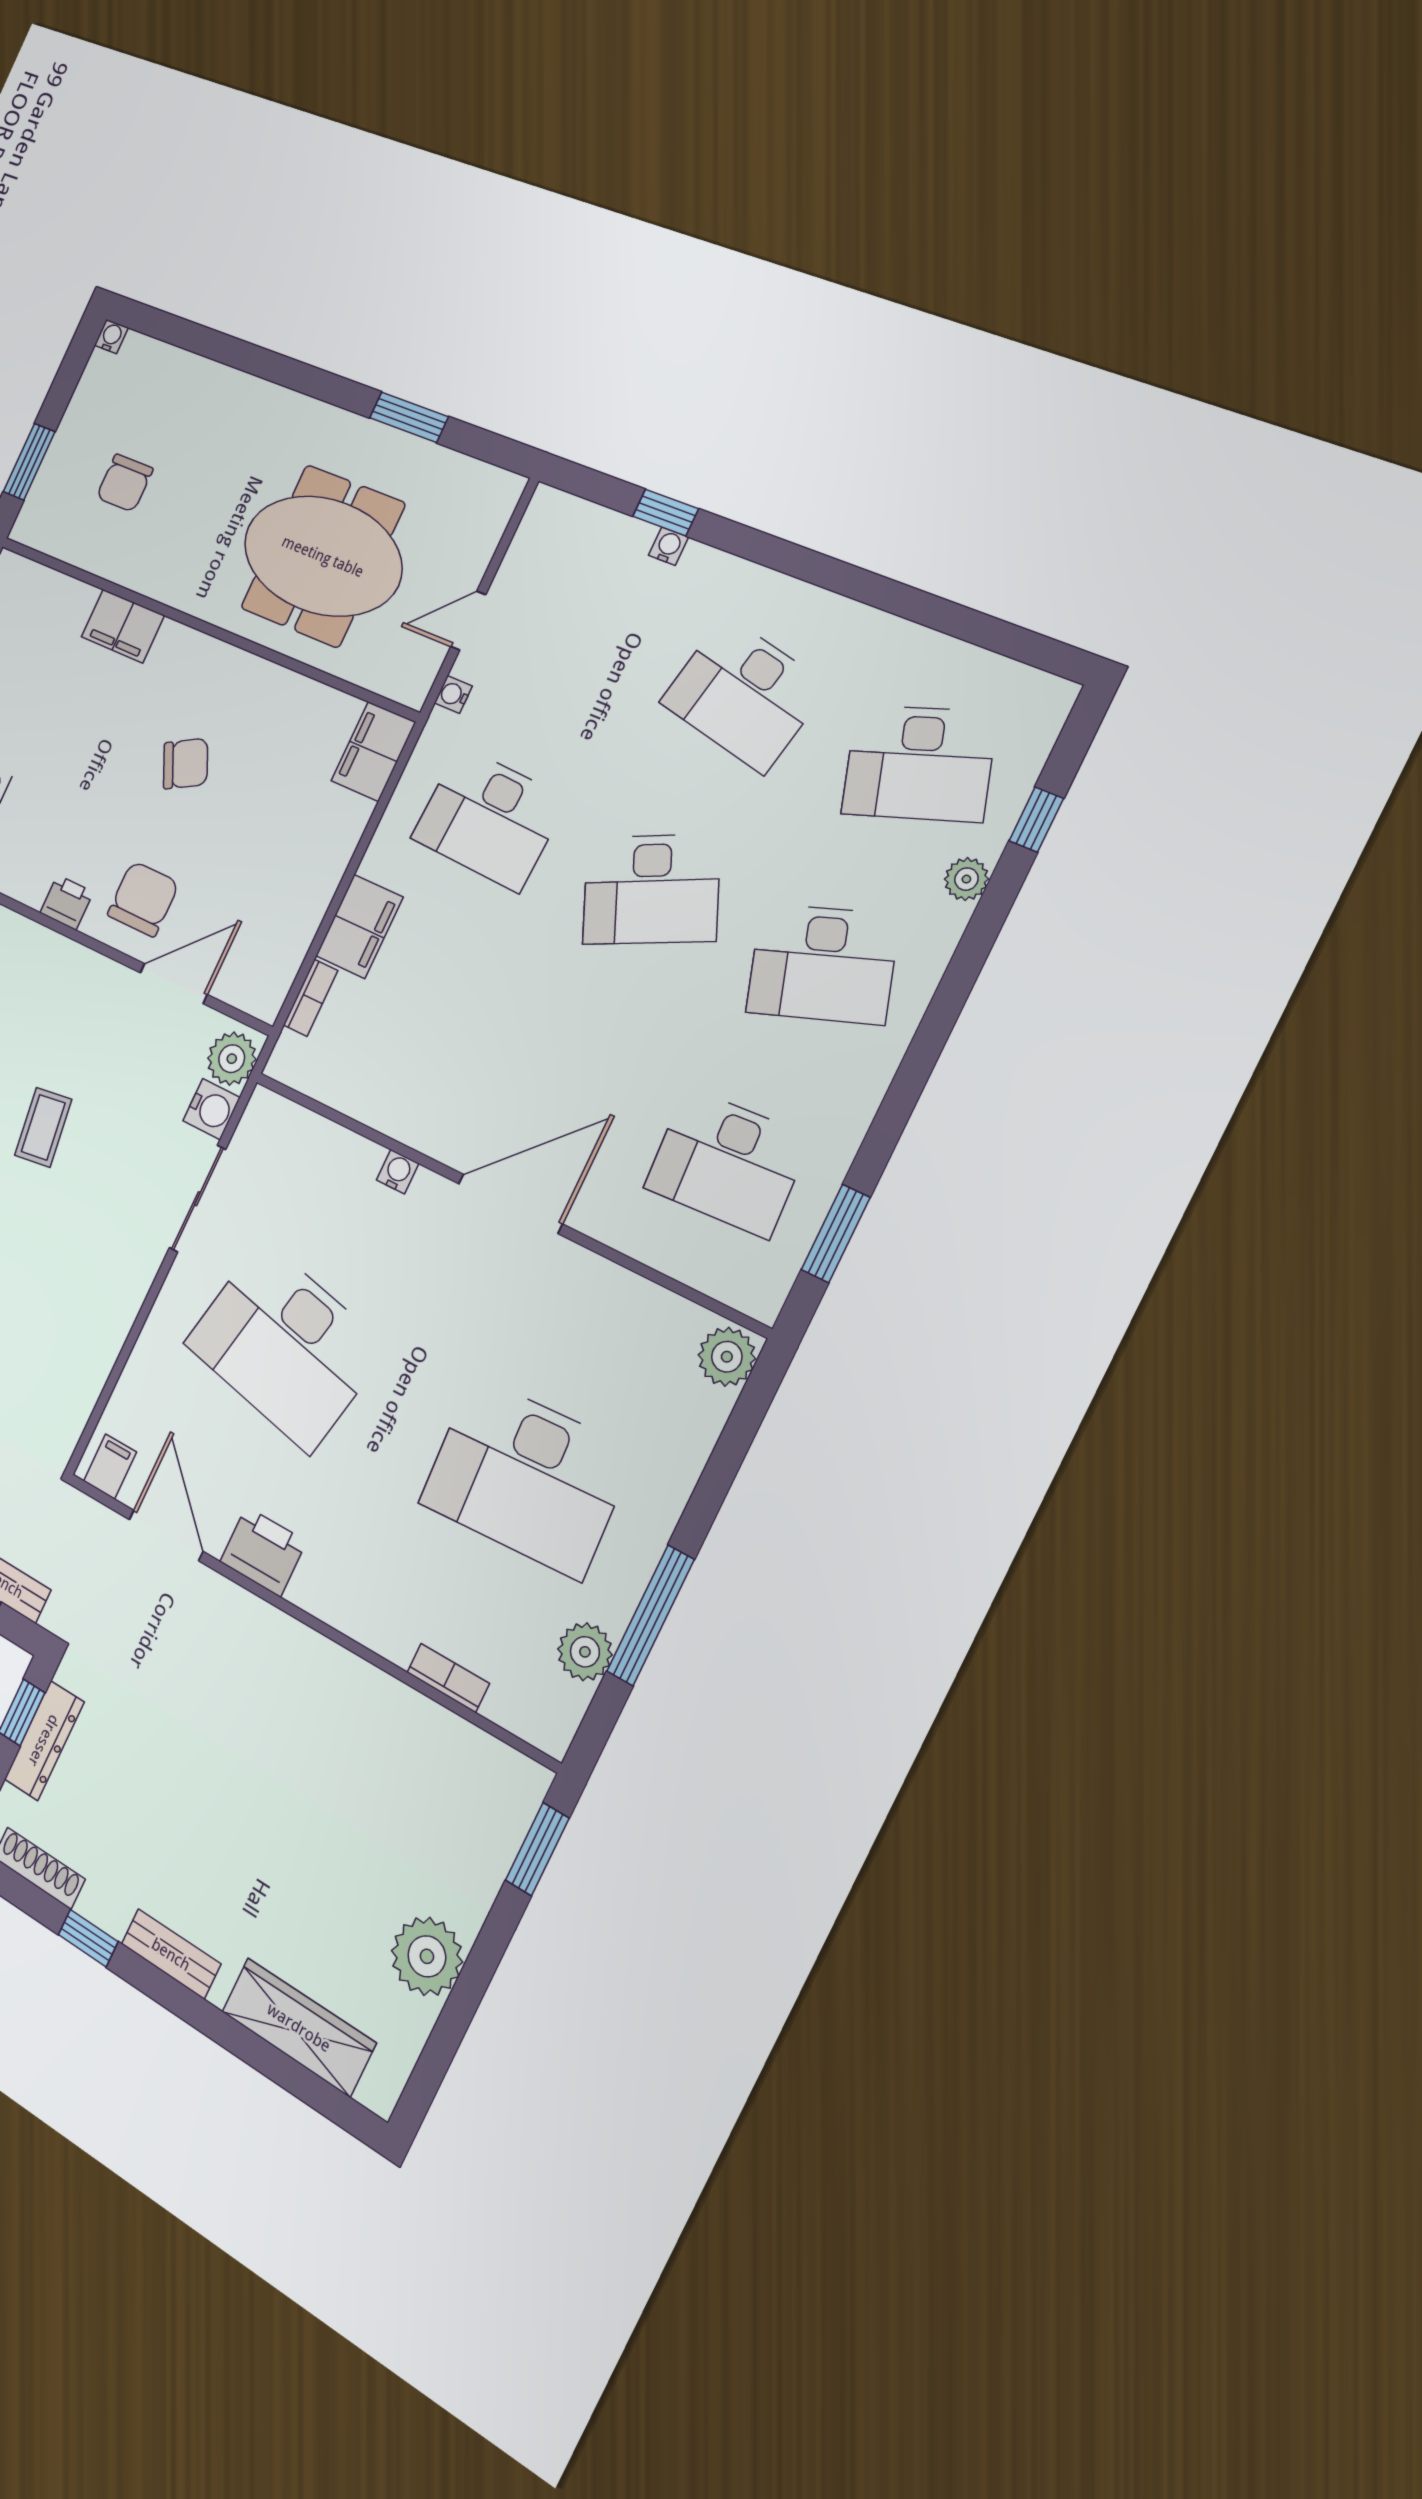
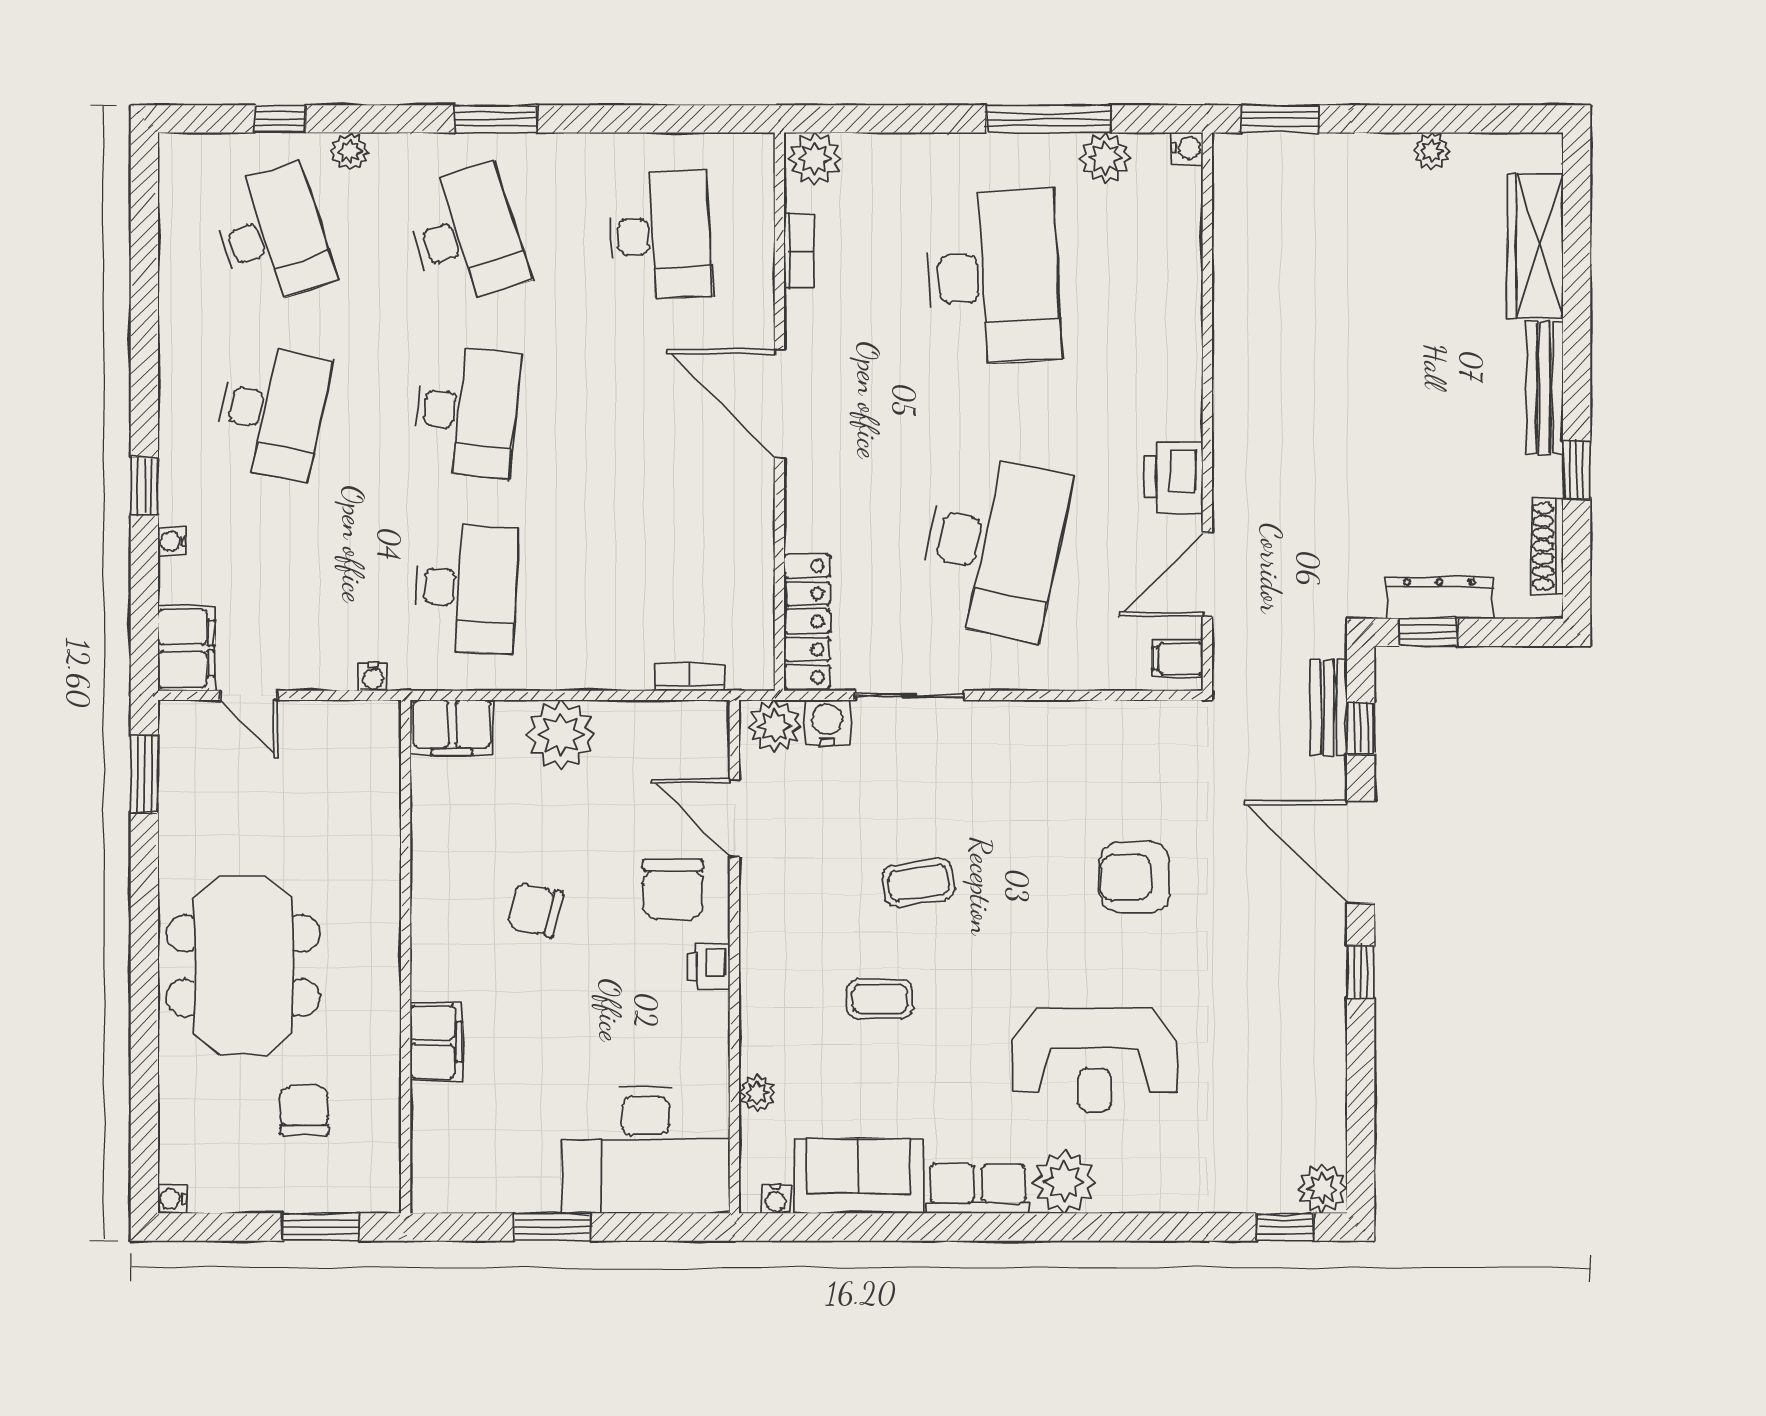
window: (409, 417) -> (144, 774), moved
chair: (125, 483) -> (304, 1111), turned -90
window: (666, 512) -> (144, 486), moved
meeting table: (323, 556) -> (243, 966), moved
door: (468, 621) -> (249, 695), moved
chair: (186, 764) -> (535, 910), turned -50
plant: (319, 853) -> (561, 735), added
desk: (651, 889) -> (466, 412), turned 30
chair: (143, 899) -> (673, 889), turned -90
filing cabinet: (359, 926) -> (186, 648), moved, turned 90
locker: (305, 1134) -> (807, 621), added
water cooler: (398, 1172) -> (1187, 148), moved, turned 180
window: (836, 1234) -> (496, 119), moved
bookcase: (448, 1678) -> (799, 251), moved, turned 180
bench: (171, 1954) -> (1545, 388), width x1.36
plant: (427, 1956) -> (1432, 151), width x0.53, depth x0.53

